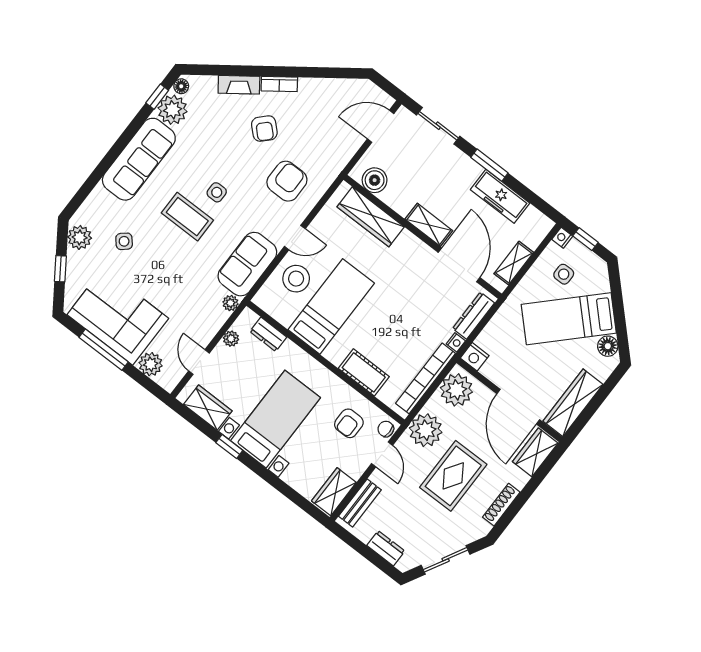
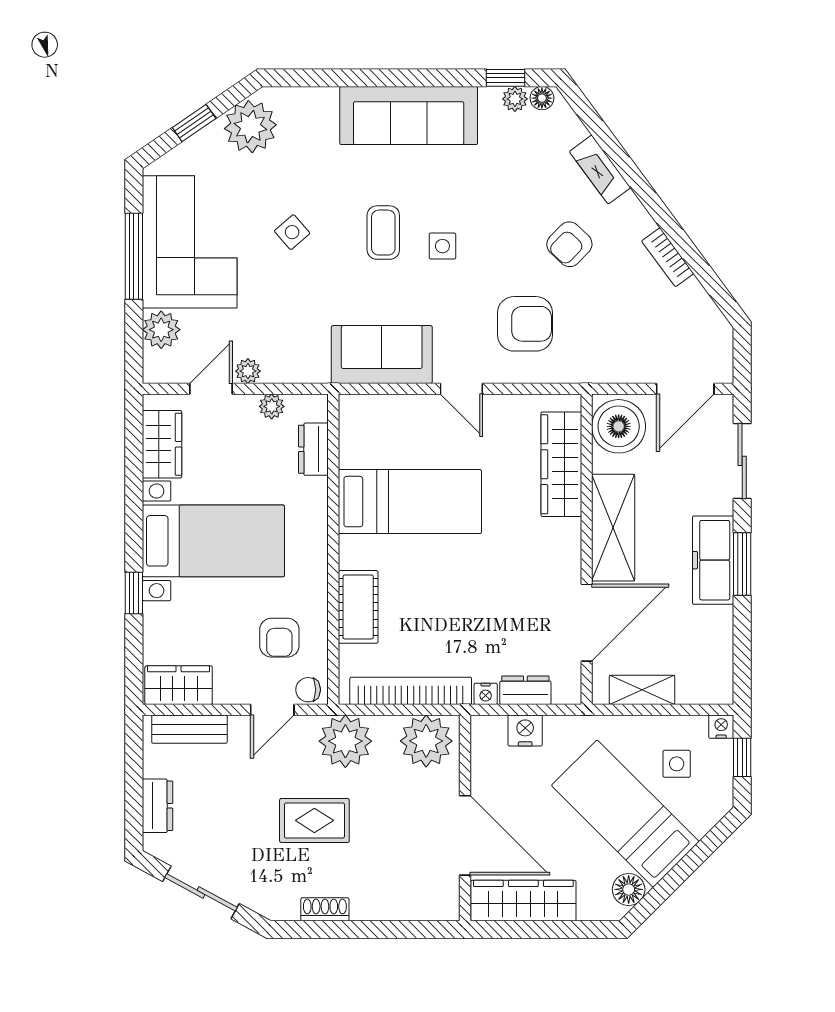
bookcase: (279, 84) -> (668, 257), moved
plant: (173, 110) -> (515, 99), width x0.53, depth x0.53
door: (381, 126) -> (685, 389), swing flipped
boiler: (375, 180) -> (619, 426), width x1.37, depth x1.37
freezer: (500, 196) -> (713, 560), moved
coffee table: (187, 217) -> (383, 233), width x0.73, depth x0.77
shelving: (429, 225) -> (613, 528), width x1.50, depth x1.33
plant: (80, 237) -> (250, 127), width x1.36, depth x1.36
side table: (124, 241) -> (292, 232), moved
stool: (296, 279) -> (411, 430), removed
plant: (230, 303) -> (248, 371), moved
dresser: (473, 316) -> (525, 690), width x0.70
nightstand: (475, 357) -> (525, 730), moved, turned 90
door: (518, 407) -> (465, 835), swing flipped
armchair: (349, 423) -> (279, 638), turned -90
chair: (386, 429) -> (308, 690), turned -90
window: (229, 446) -> (134, 593), moved
wardrobe: (535, 452) -> (424, 901), removed
rug: (453, 476) -> (314, 820), width x0.73, depth x0.70
shoe rack: (501, 505) -> (325, 909), width x0.70

